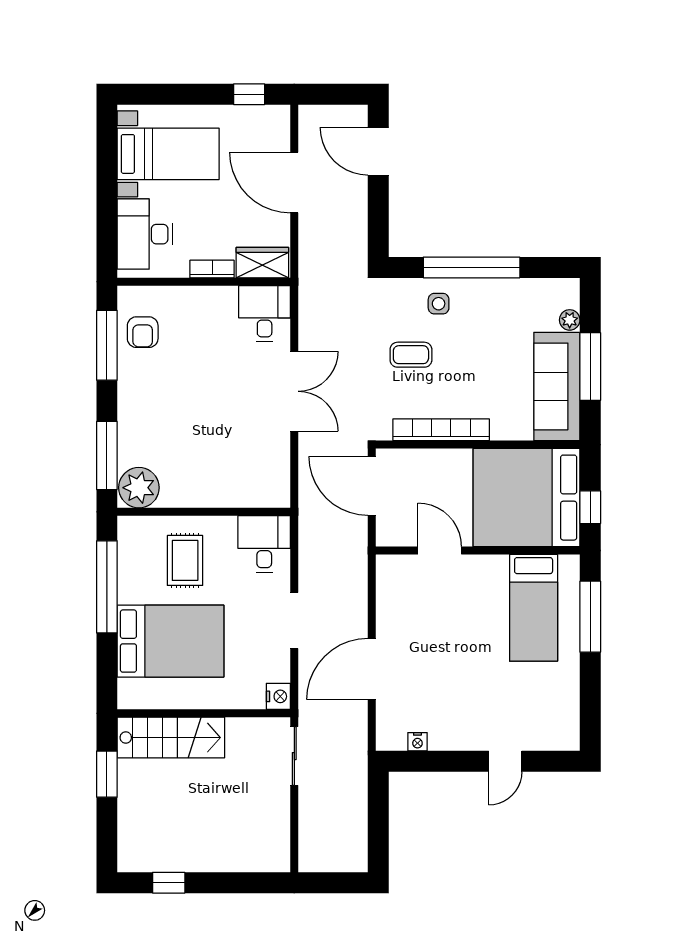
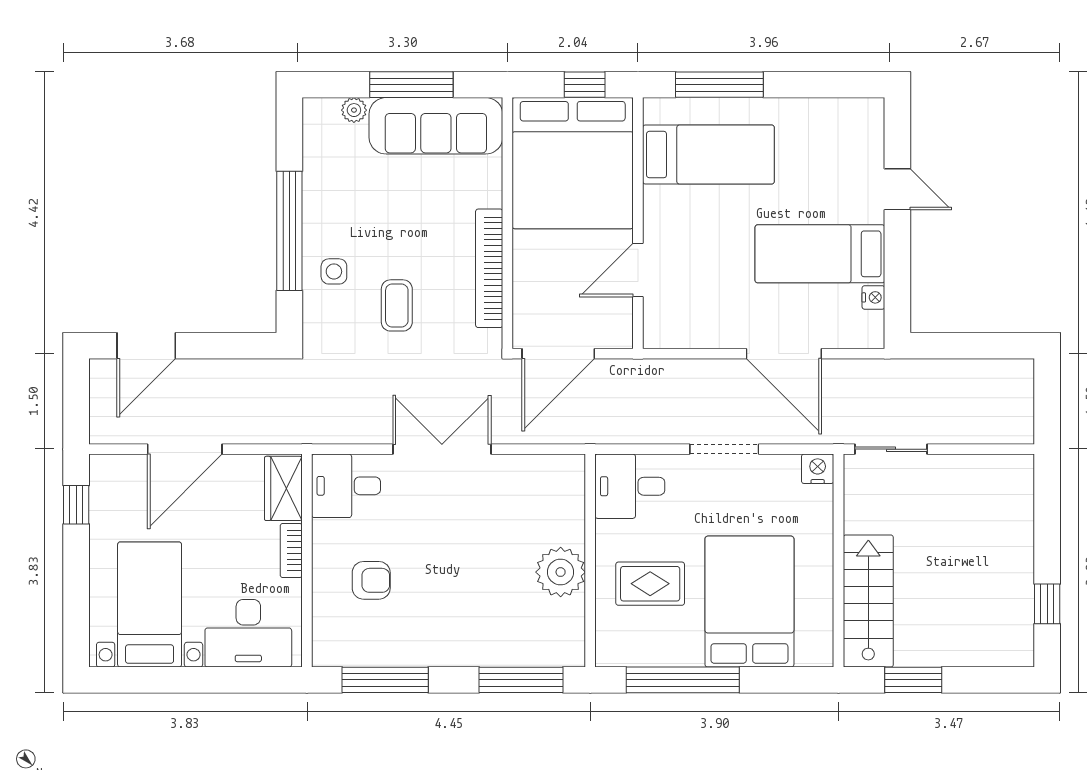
armchair: (143, 332) -> (371, 580), moved
plant: (139, 488) -> (561, 572), moved
bed: (453, 698) -> (820, 254), added

